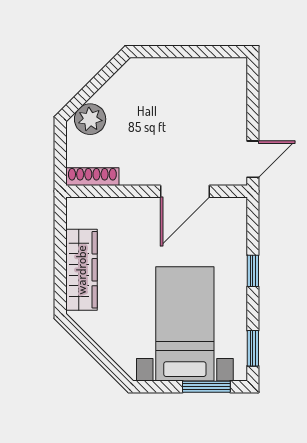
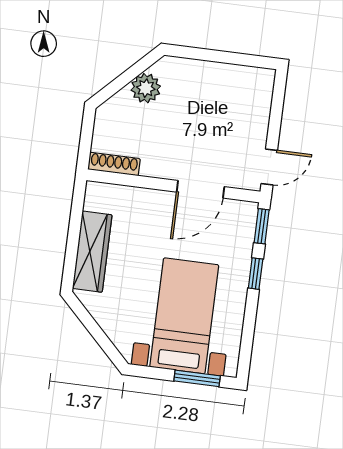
plant: (90, 119) -> (146, 88), moved
window: (253, 348) -> (262, 226), moved

